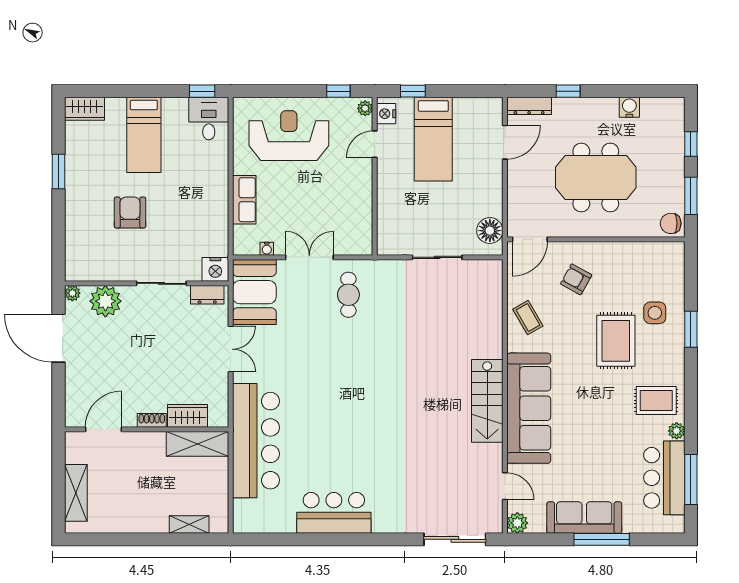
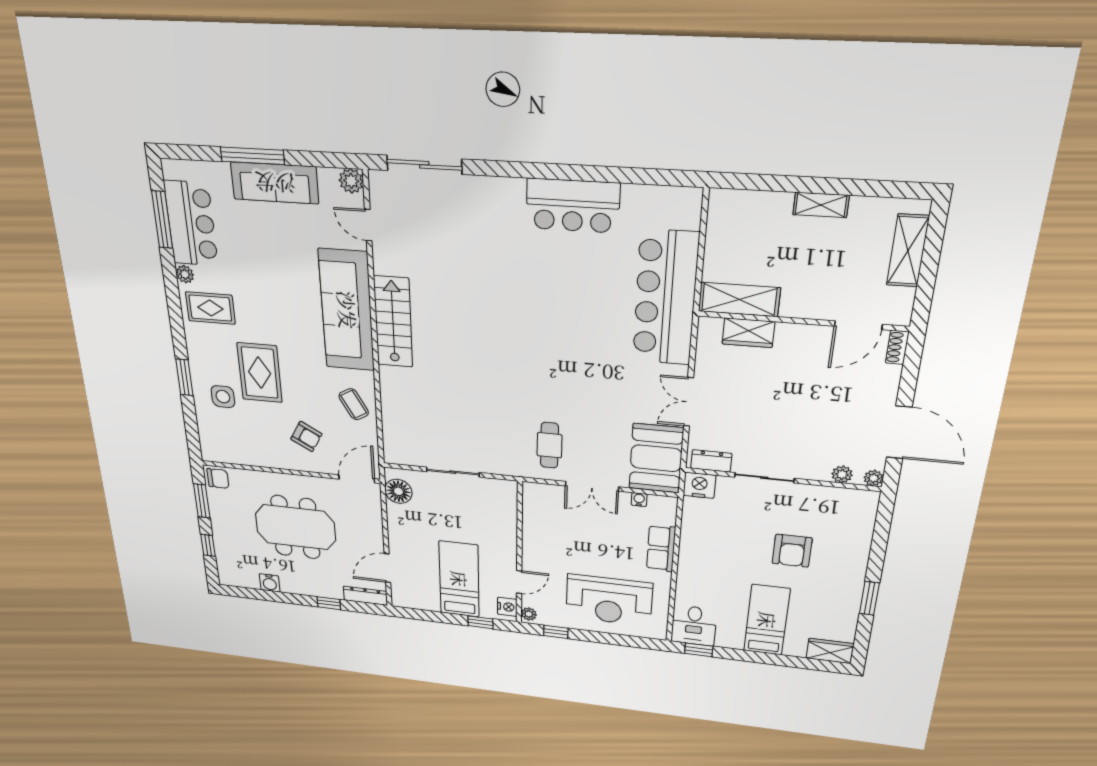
plant: (105, 301) -> (842, 474), width x0.53, depth x0.53
shoe rack: (152, 420) -> (897, 347), moved, turned 90
shelving: (189, 525) -> (821, 205), moved

